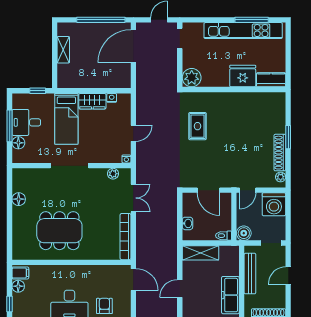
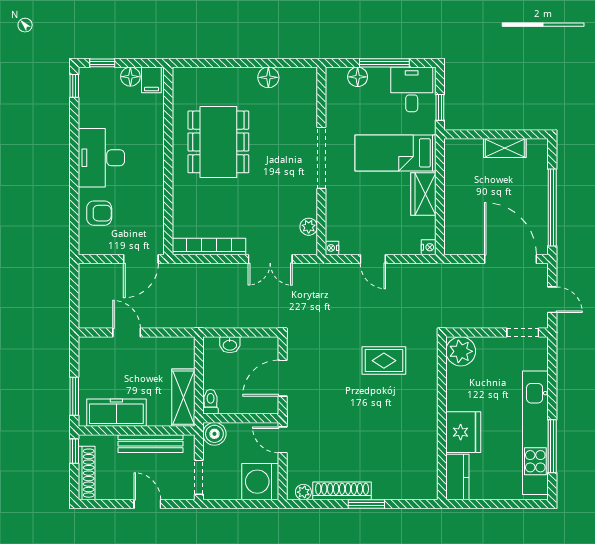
nightstand: (112, 98) -> (429, 247), moved
desk: (26, 122) -> (412, 89), moved
shelving: (201, 253) -> (183, 398), moved

